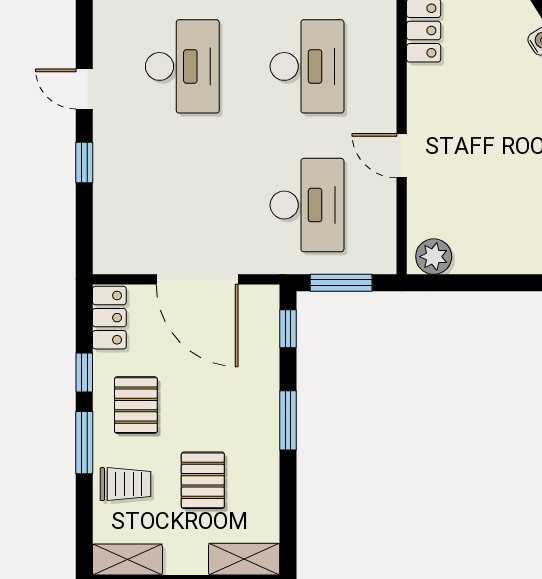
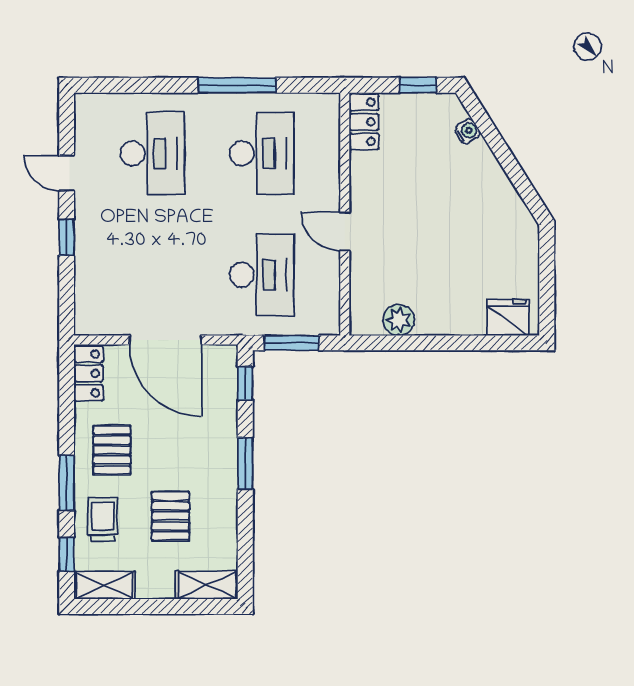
plant: (434, 257) -> (399, 320), moved
window: (84, 373) -> (67, 554), moved
trolley: (125, 484) -> (103, 519), turned -90

